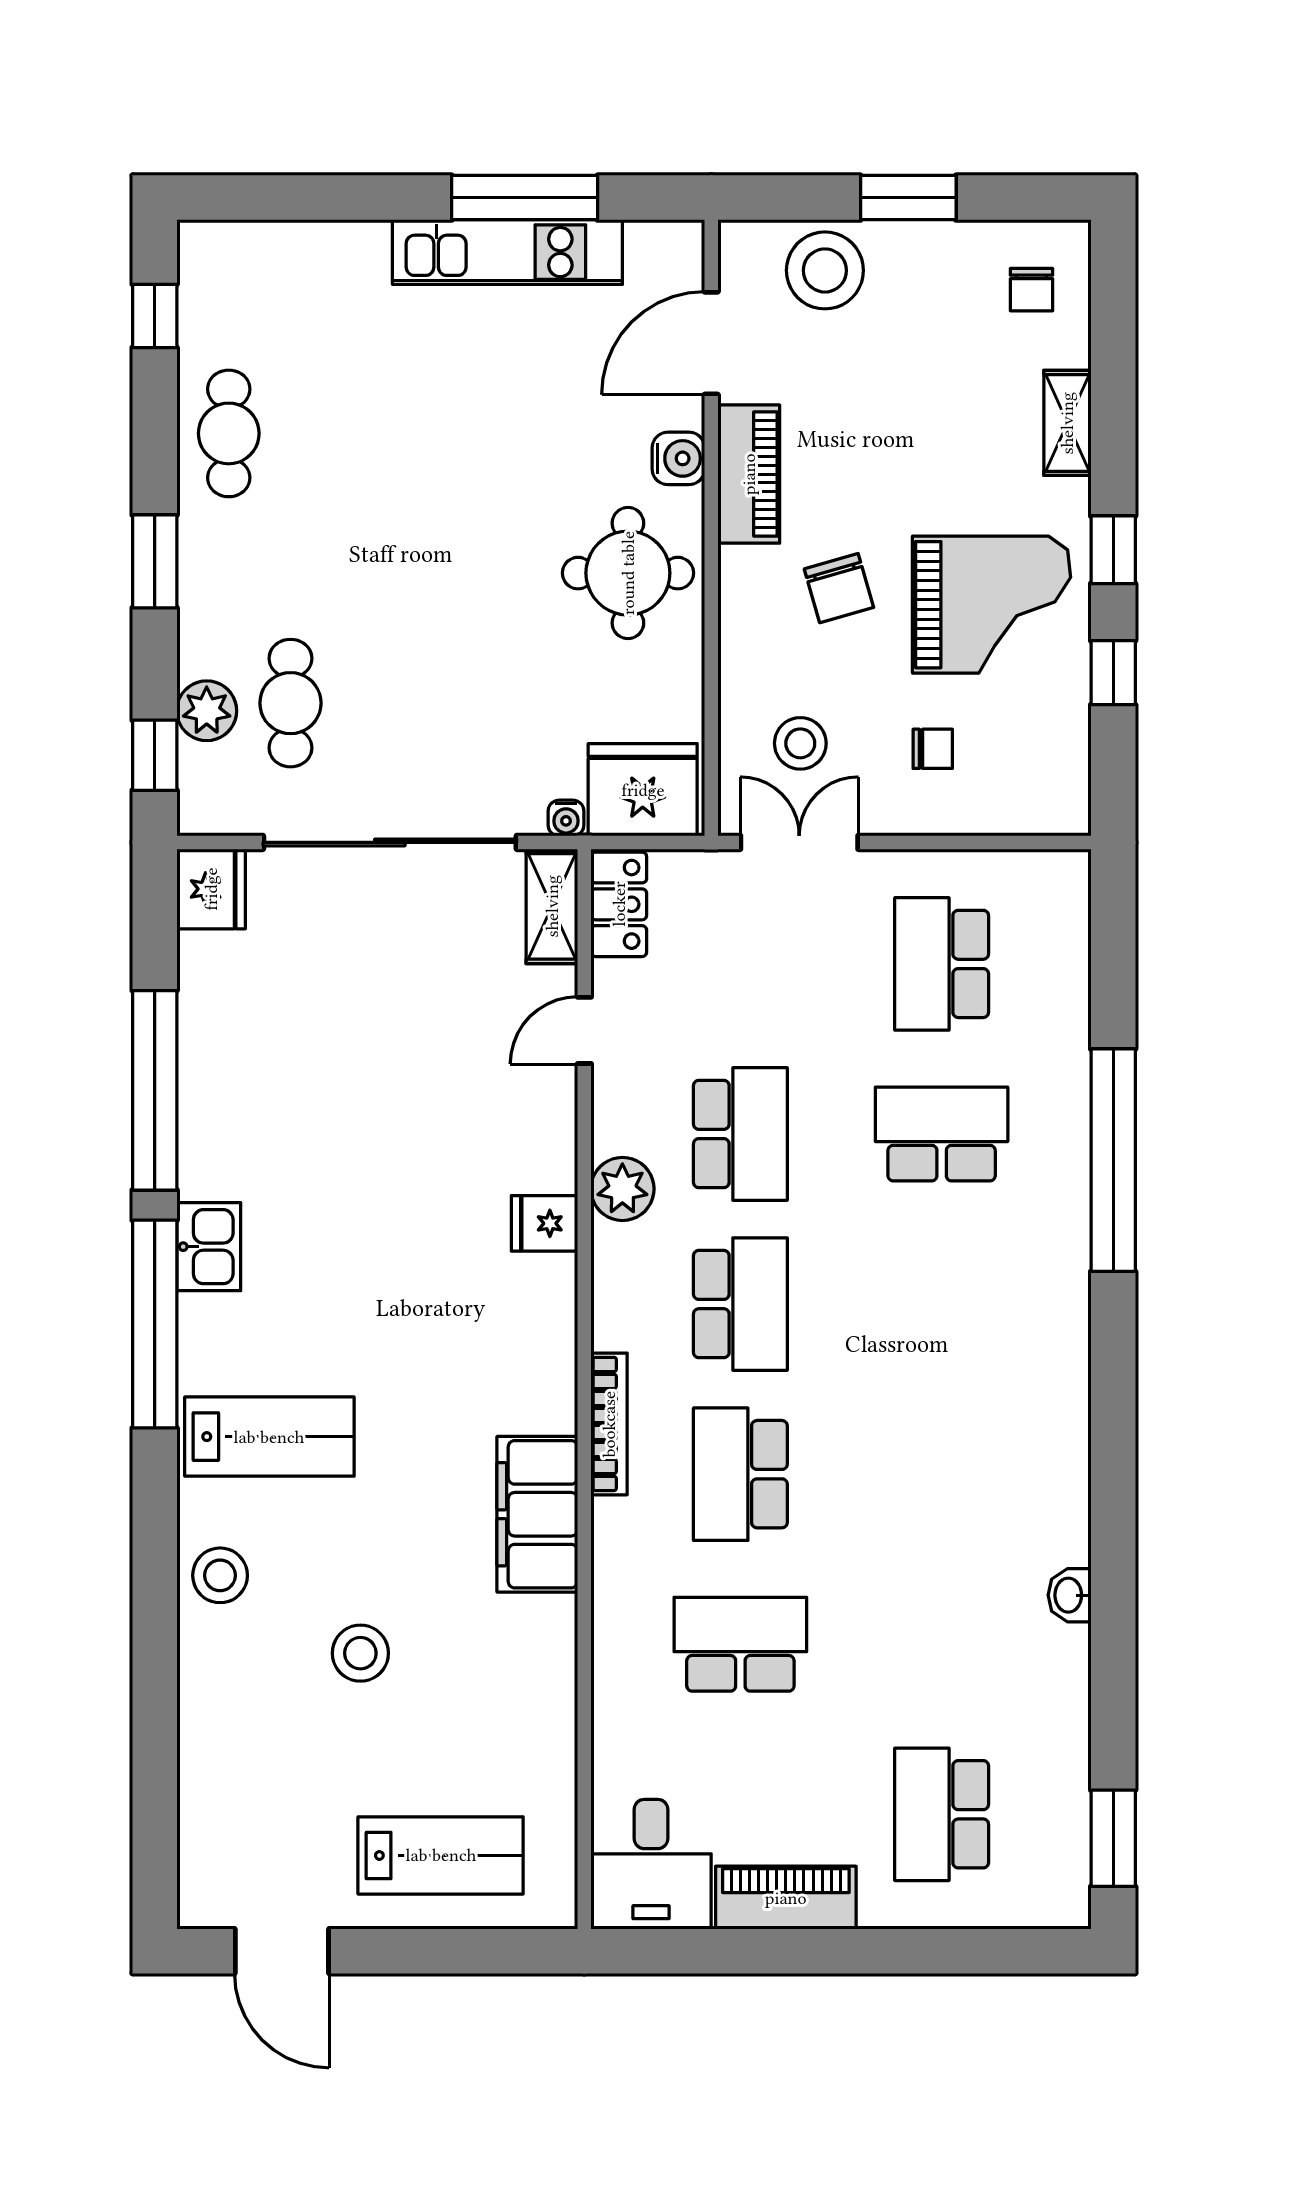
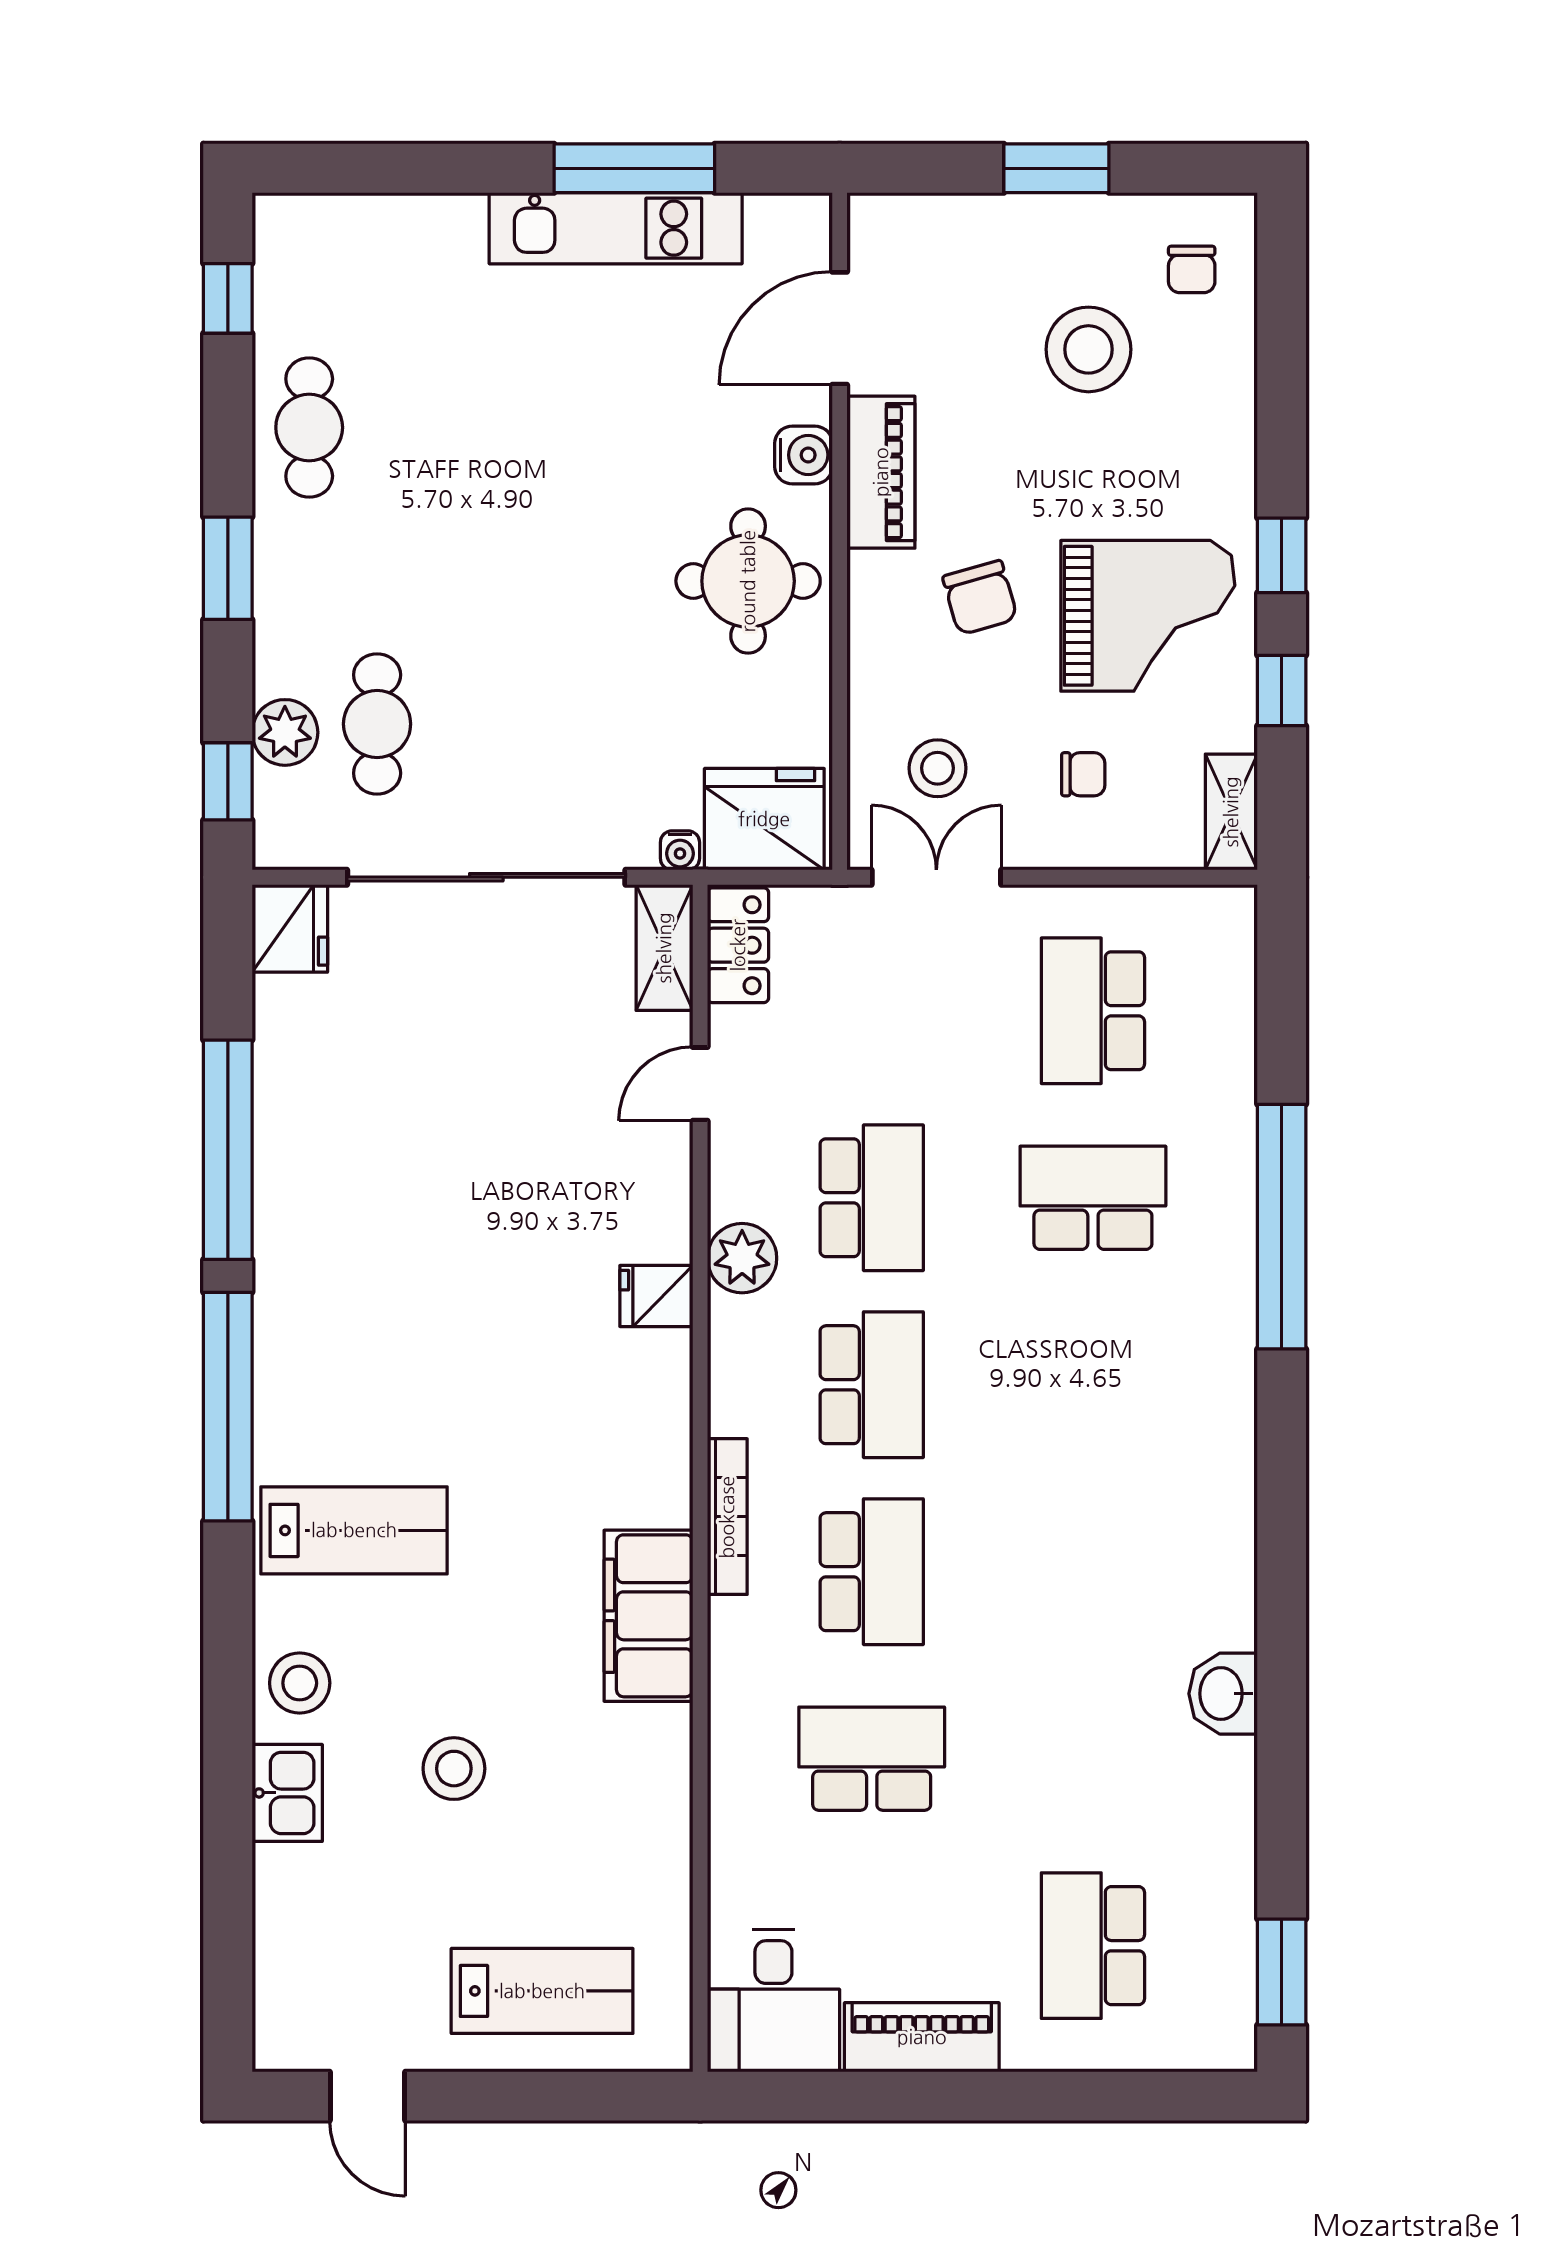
stool: (825, 270) -> (1088, 349), moved
shelving: (1067, 423) -> (1231, 812), moved
kitchen sink: (209, 1247) -> (287, 1793), moved
school desk: (740, 1474) -> (872, 1572), turned 180
washbasin: (1070, 1595) -> (1223, 1694), width x1.38, depth x1.45
door: (282, 1951) -> (368, 2096), width x0.73

